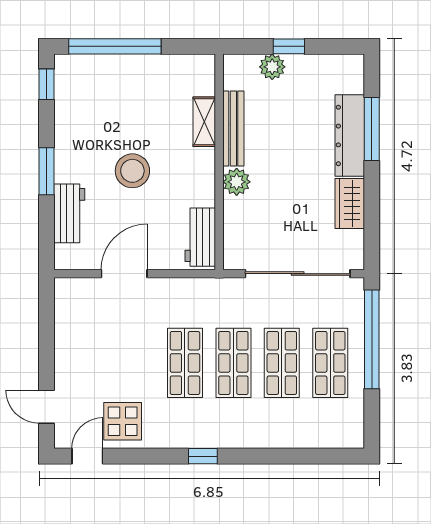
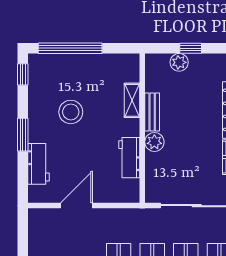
bench: (233, 128) -> (152, 112), width x0.73
stool: (132, 171) -> (71, 112), moved
workbench: (200, 237) -> (129, 158), moved

